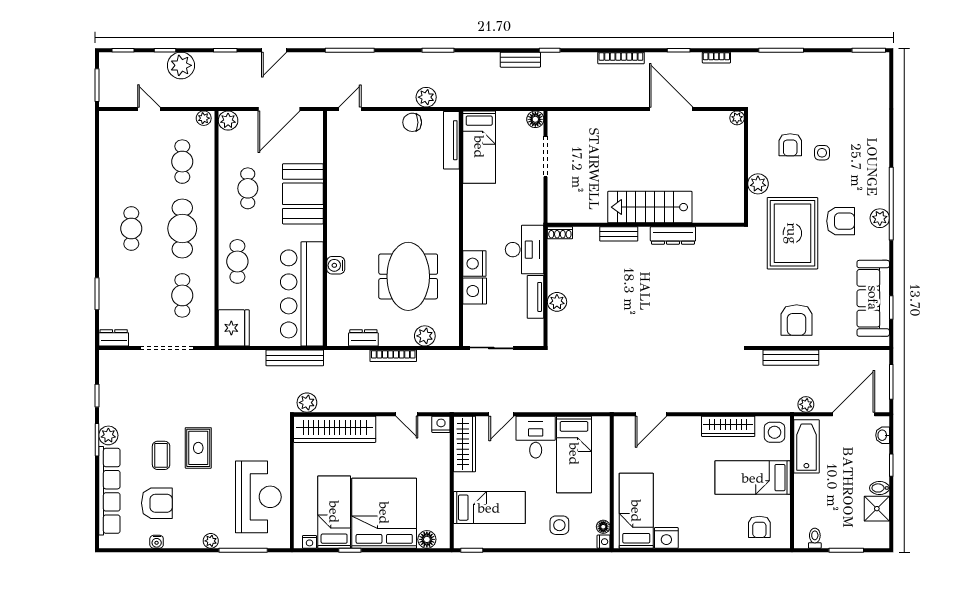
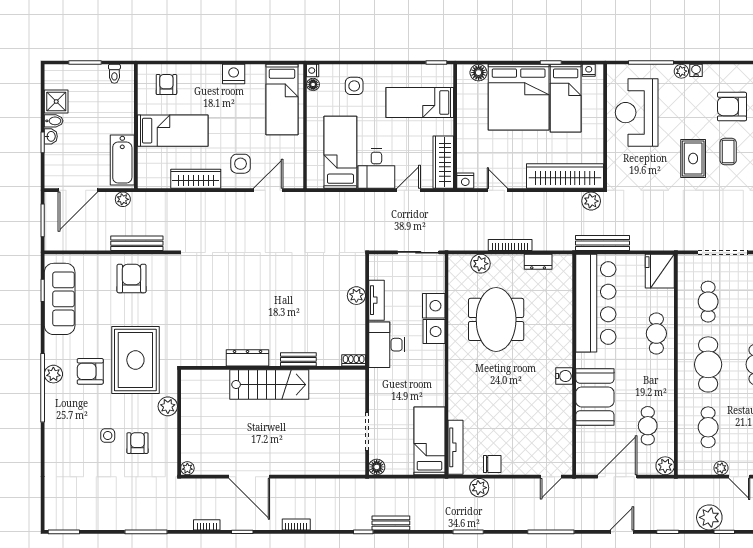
bookcase: (621, 58) -> (296, 525), width x0.64
plant: (204, 118) -> (721, 468), moved
cafe table: (248, 188) -> (648, 426), moved
water cooler: (336, 265) -> (564, 376), moved
side table: (774, 432) -> (241, 164), moved
washbasin: (883, 435) -> (51, 136), moved
nightstand: (666, 538) -> (234, 74), moved
water cooler: (157, 542) -> (696, 70), moved

